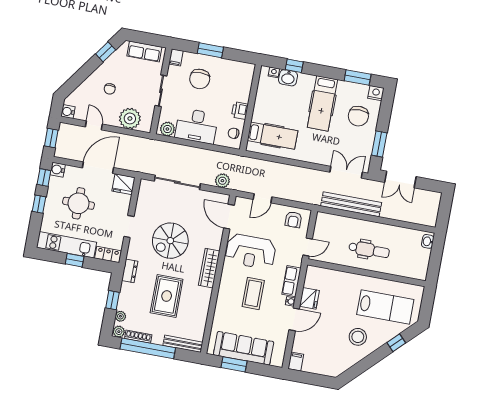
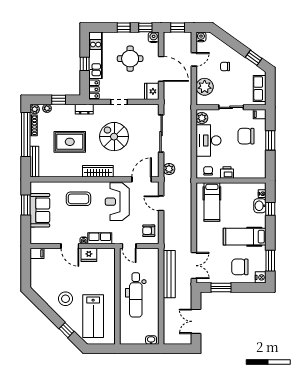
double door: (400, 179) -> (196, 321), moved
dental chair: (369, 250) -> (136, 295), width x1.36, depth x1.38
coffee table: (253, 293) -> (78, 199), moved
sofa: (244, 348) -> (40, 210), width x0.73

